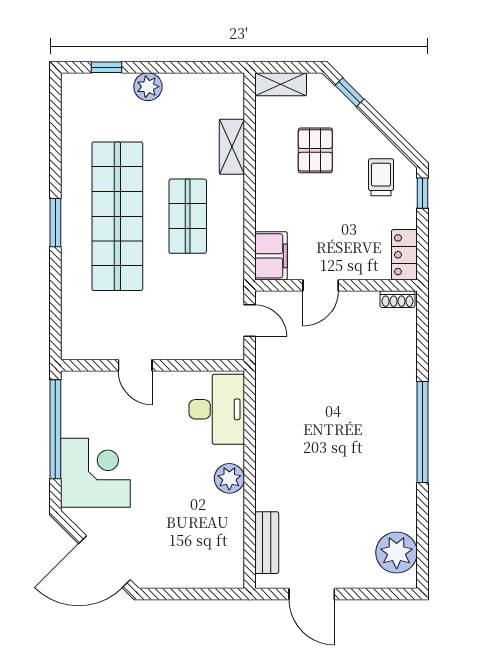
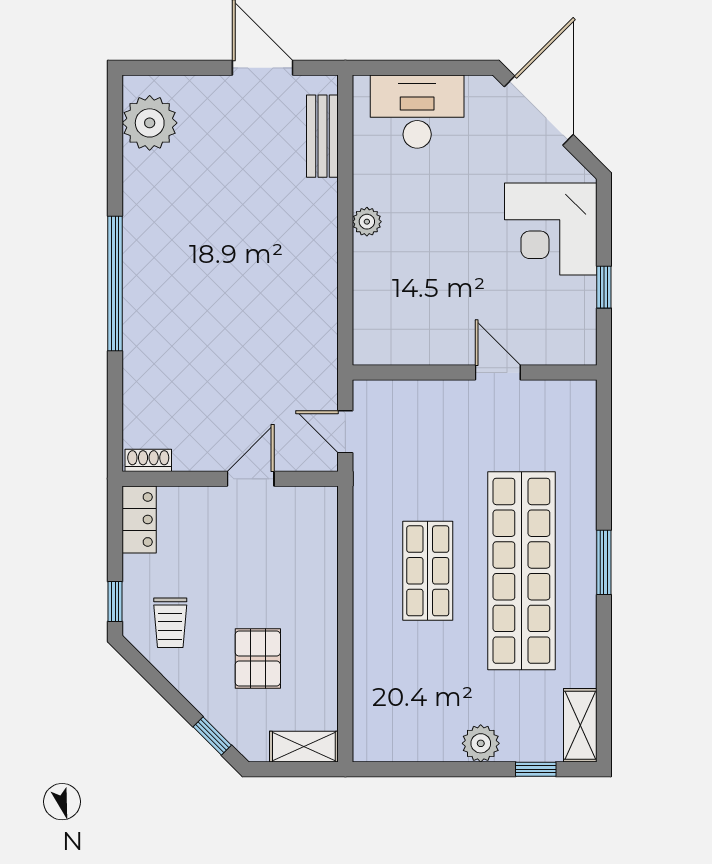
shelving: (232, 147) -> (580, 725), moved
filing cabinet: (271, 256) -> (317, 518), removed
desk: (217, 409) -> (417, 112), moved, turned 90
window: (55, 429) -> (604, 287), width x0.32
plant: (229, 478) -> (367, 222), width x0.73, depth x0.73
door: (104, 562) -> (539, 111), hinge flipped

